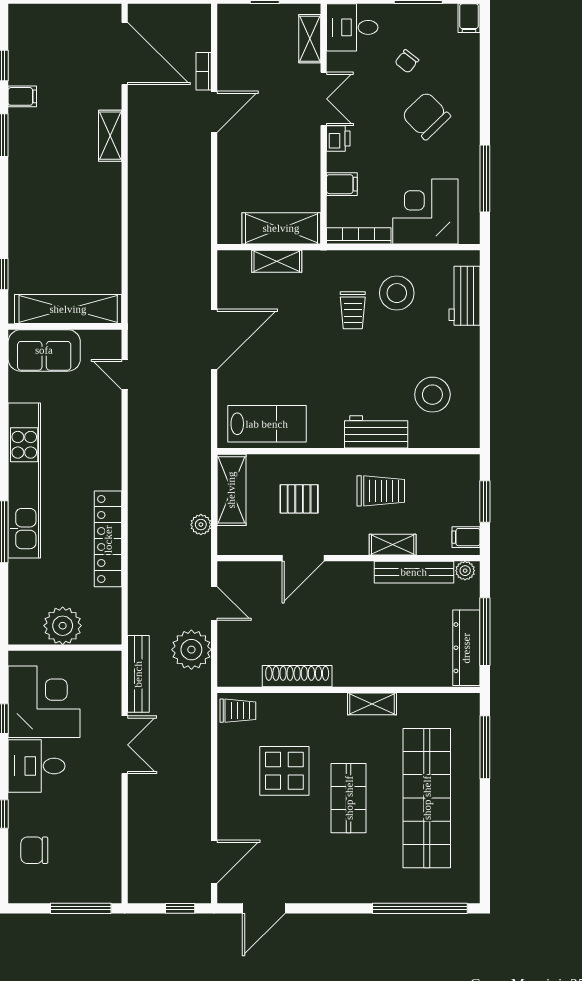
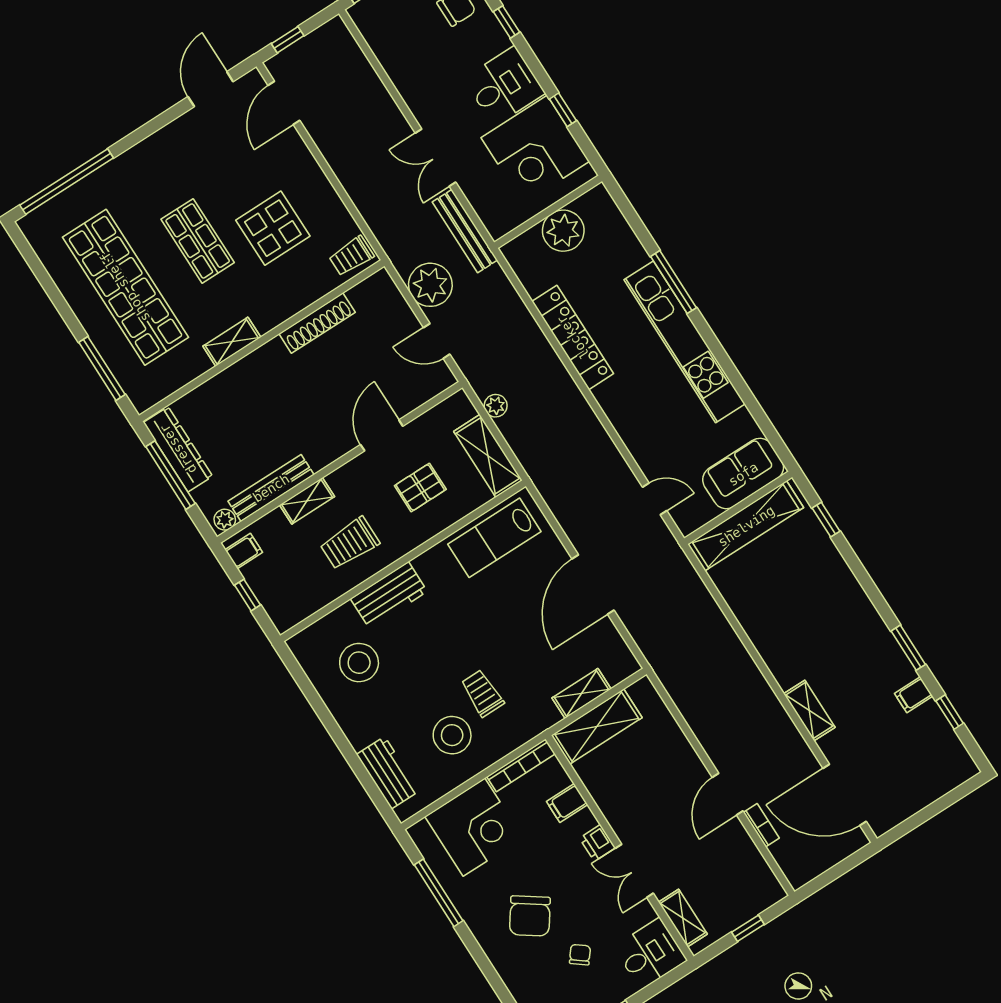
chair: (426, 116) -> (530, 916), turned 79
window: (485, 501) -> (247, 595), width x0.67

